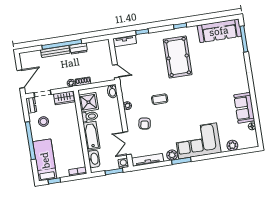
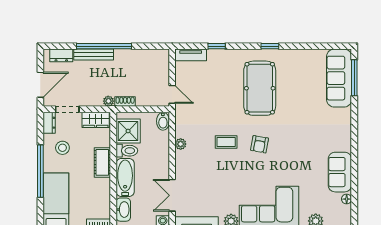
sofa: (219, 31) -> (339, 78), moved, turned 90
dresser: (79, 48) -> (61, 55), moved
armchair: (145, 123) -> (260, 144), moved
cot: (74, 127) -> (102, 162), added

